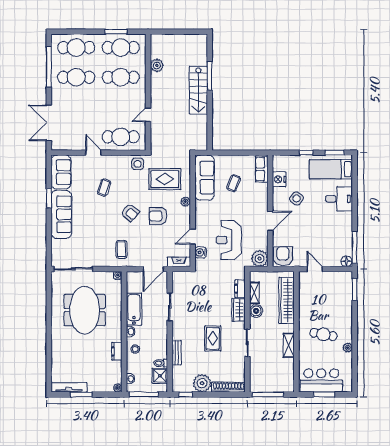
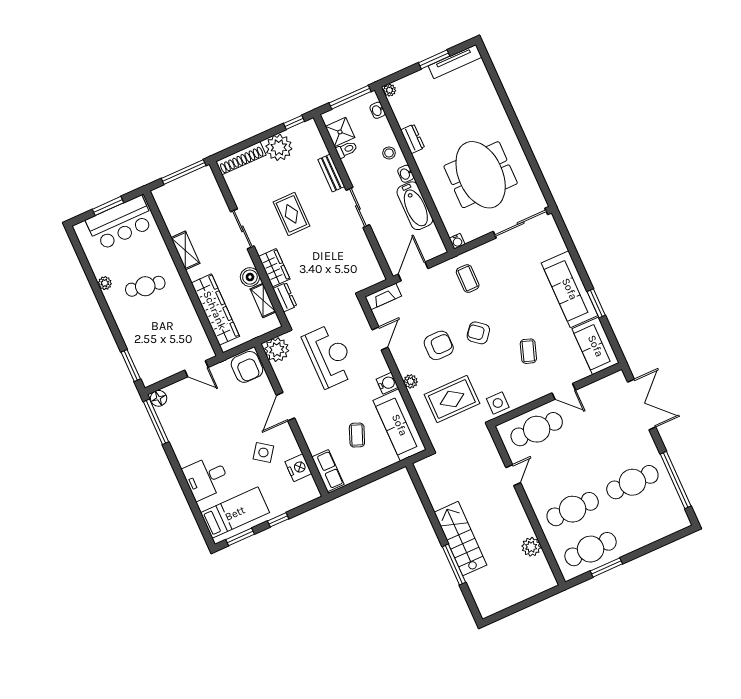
cafe table: (76, 48) -> (650, 522), removed
water cooler: (201, 252) -> (387, 383), moved
sliding door: (170, 307) -> (358, 208), moved

